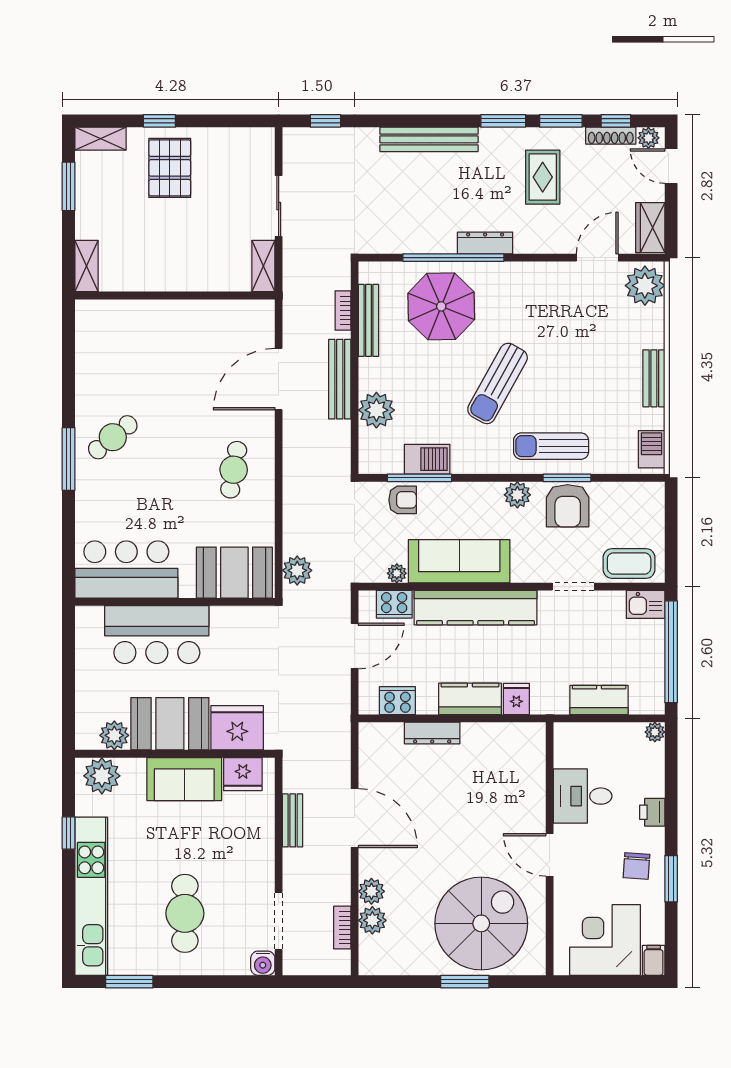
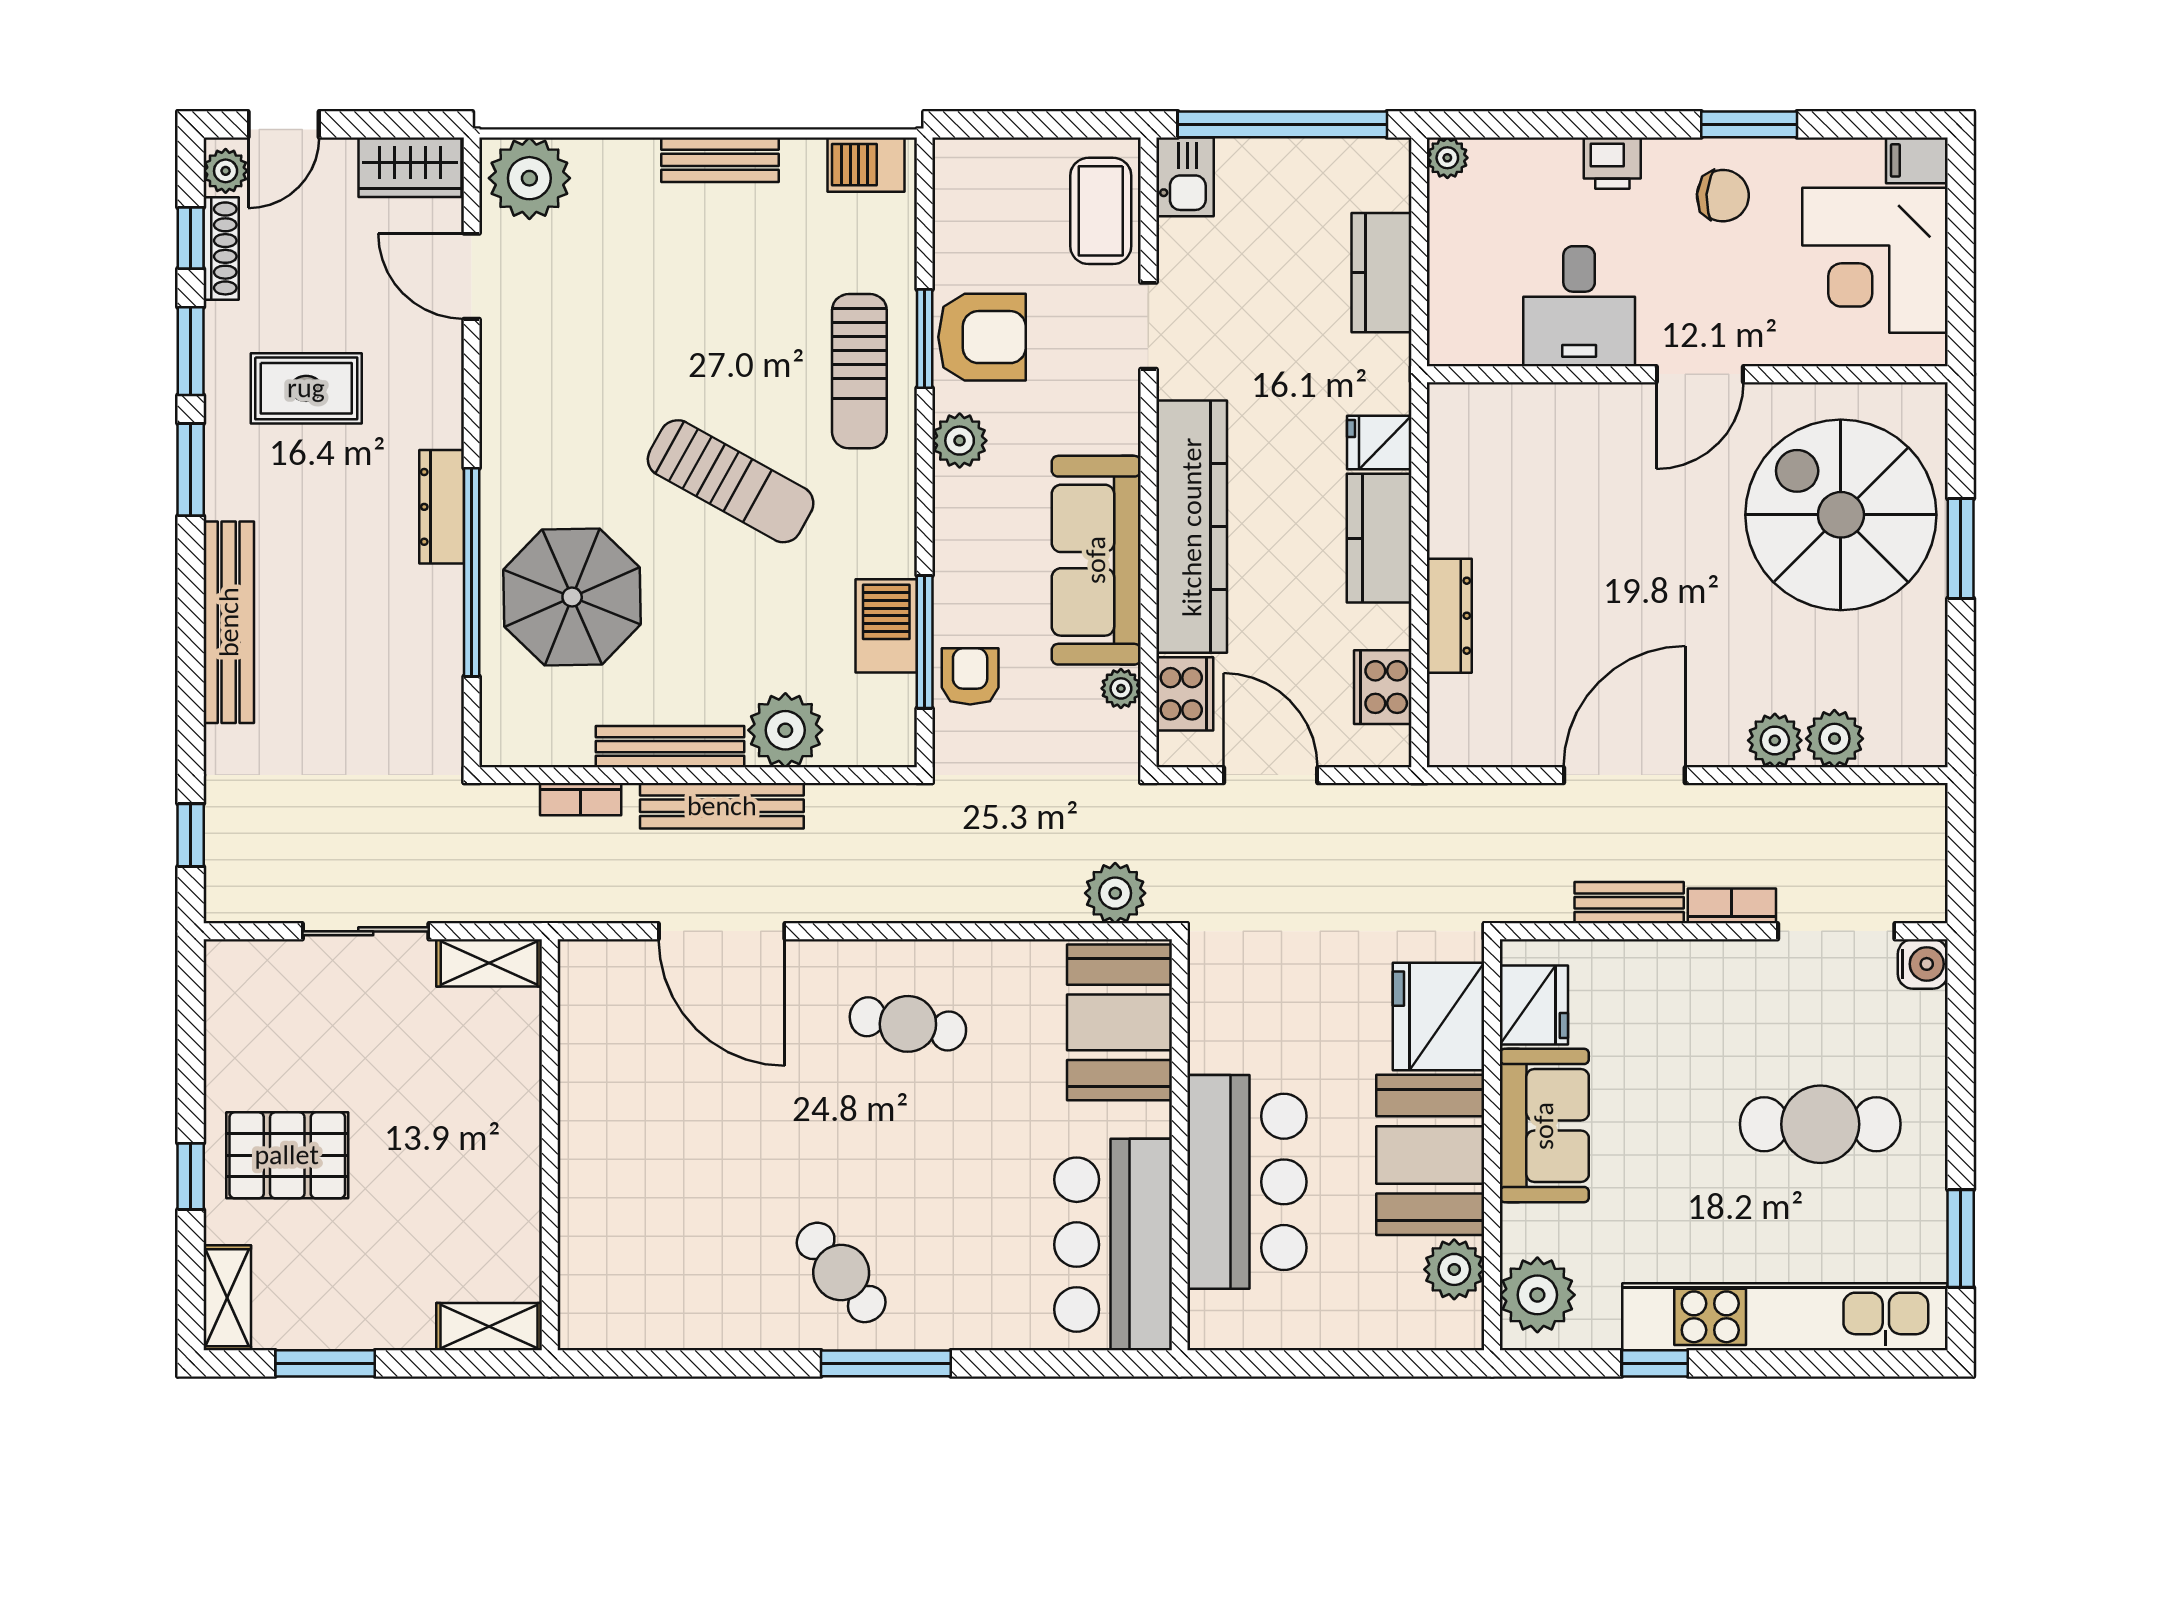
bench: (369, 320) -> (670, 747), moved
bookcase: (342, 928) -> (1732, 906), moved, turned 180

